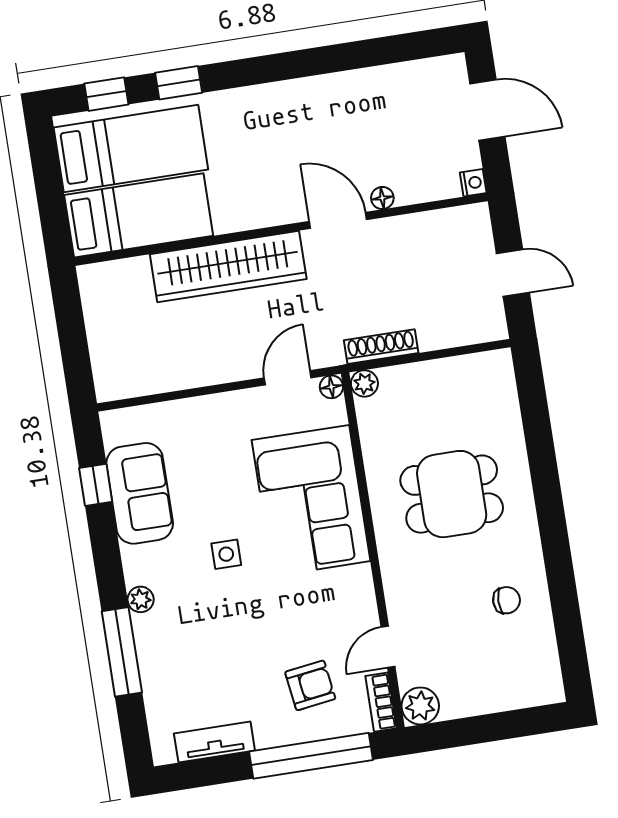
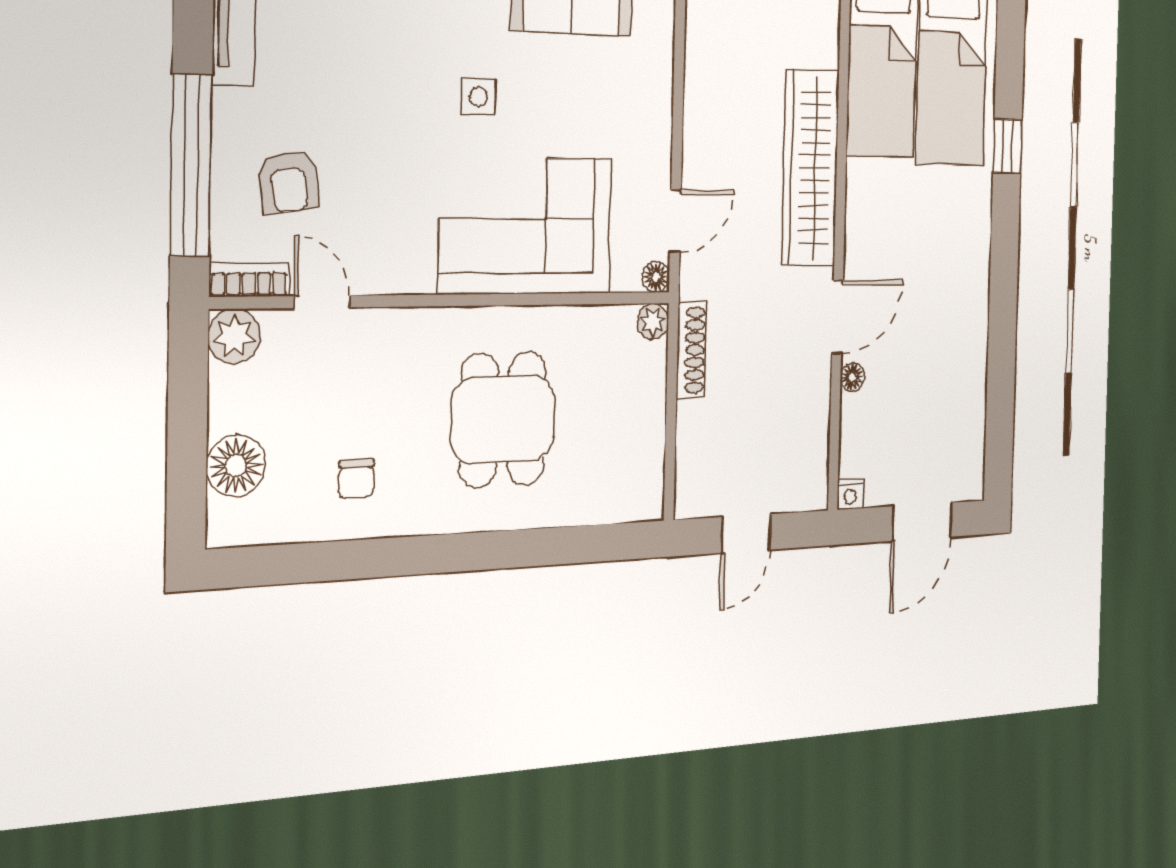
window: (106, 94) -> (1010, 56), removed
door: (288, 378) -> (675, 221), hinge flipped
floor lamp: (507, 690) -> (236, 466), added

